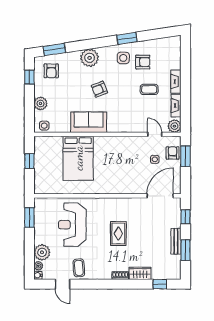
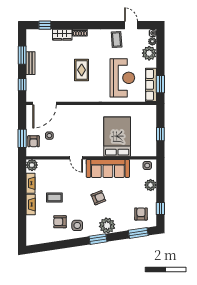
window: (127, 38) -> (98, 239), moved
sofa: (89, 122) -> (108, 168), width x1.36
door: (155, 134) -> (76, 158), moved
row of seats: (40, 217) -> (151, 85), added

